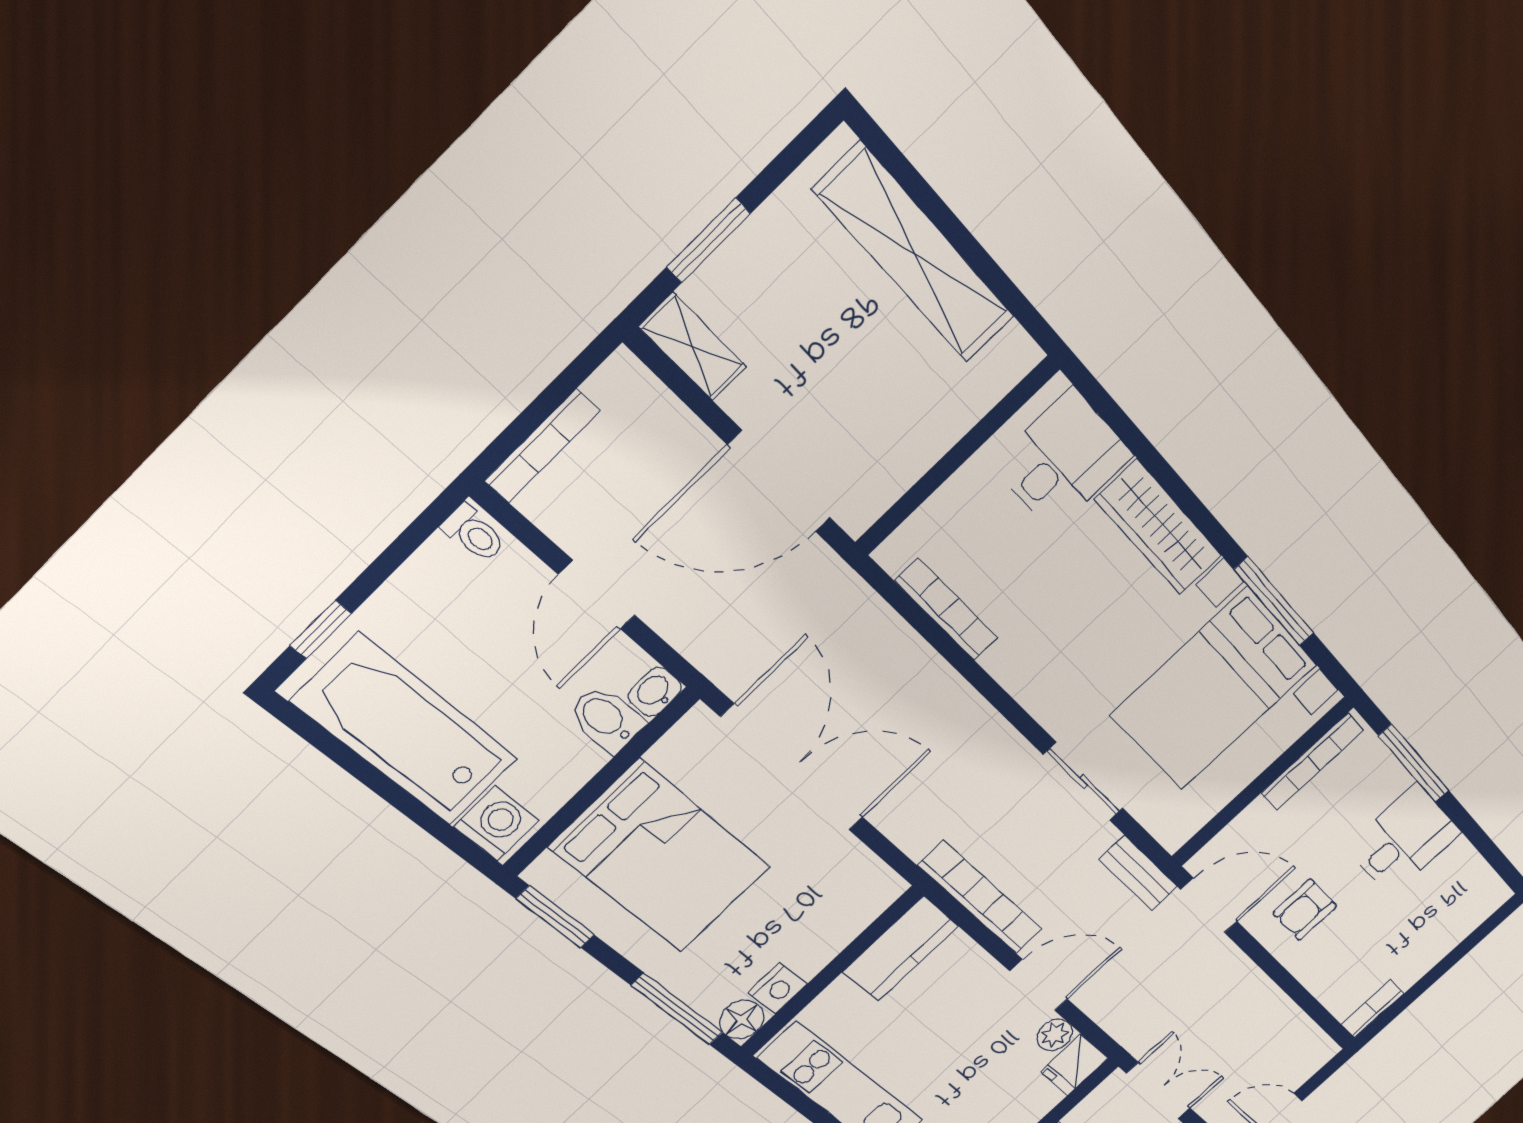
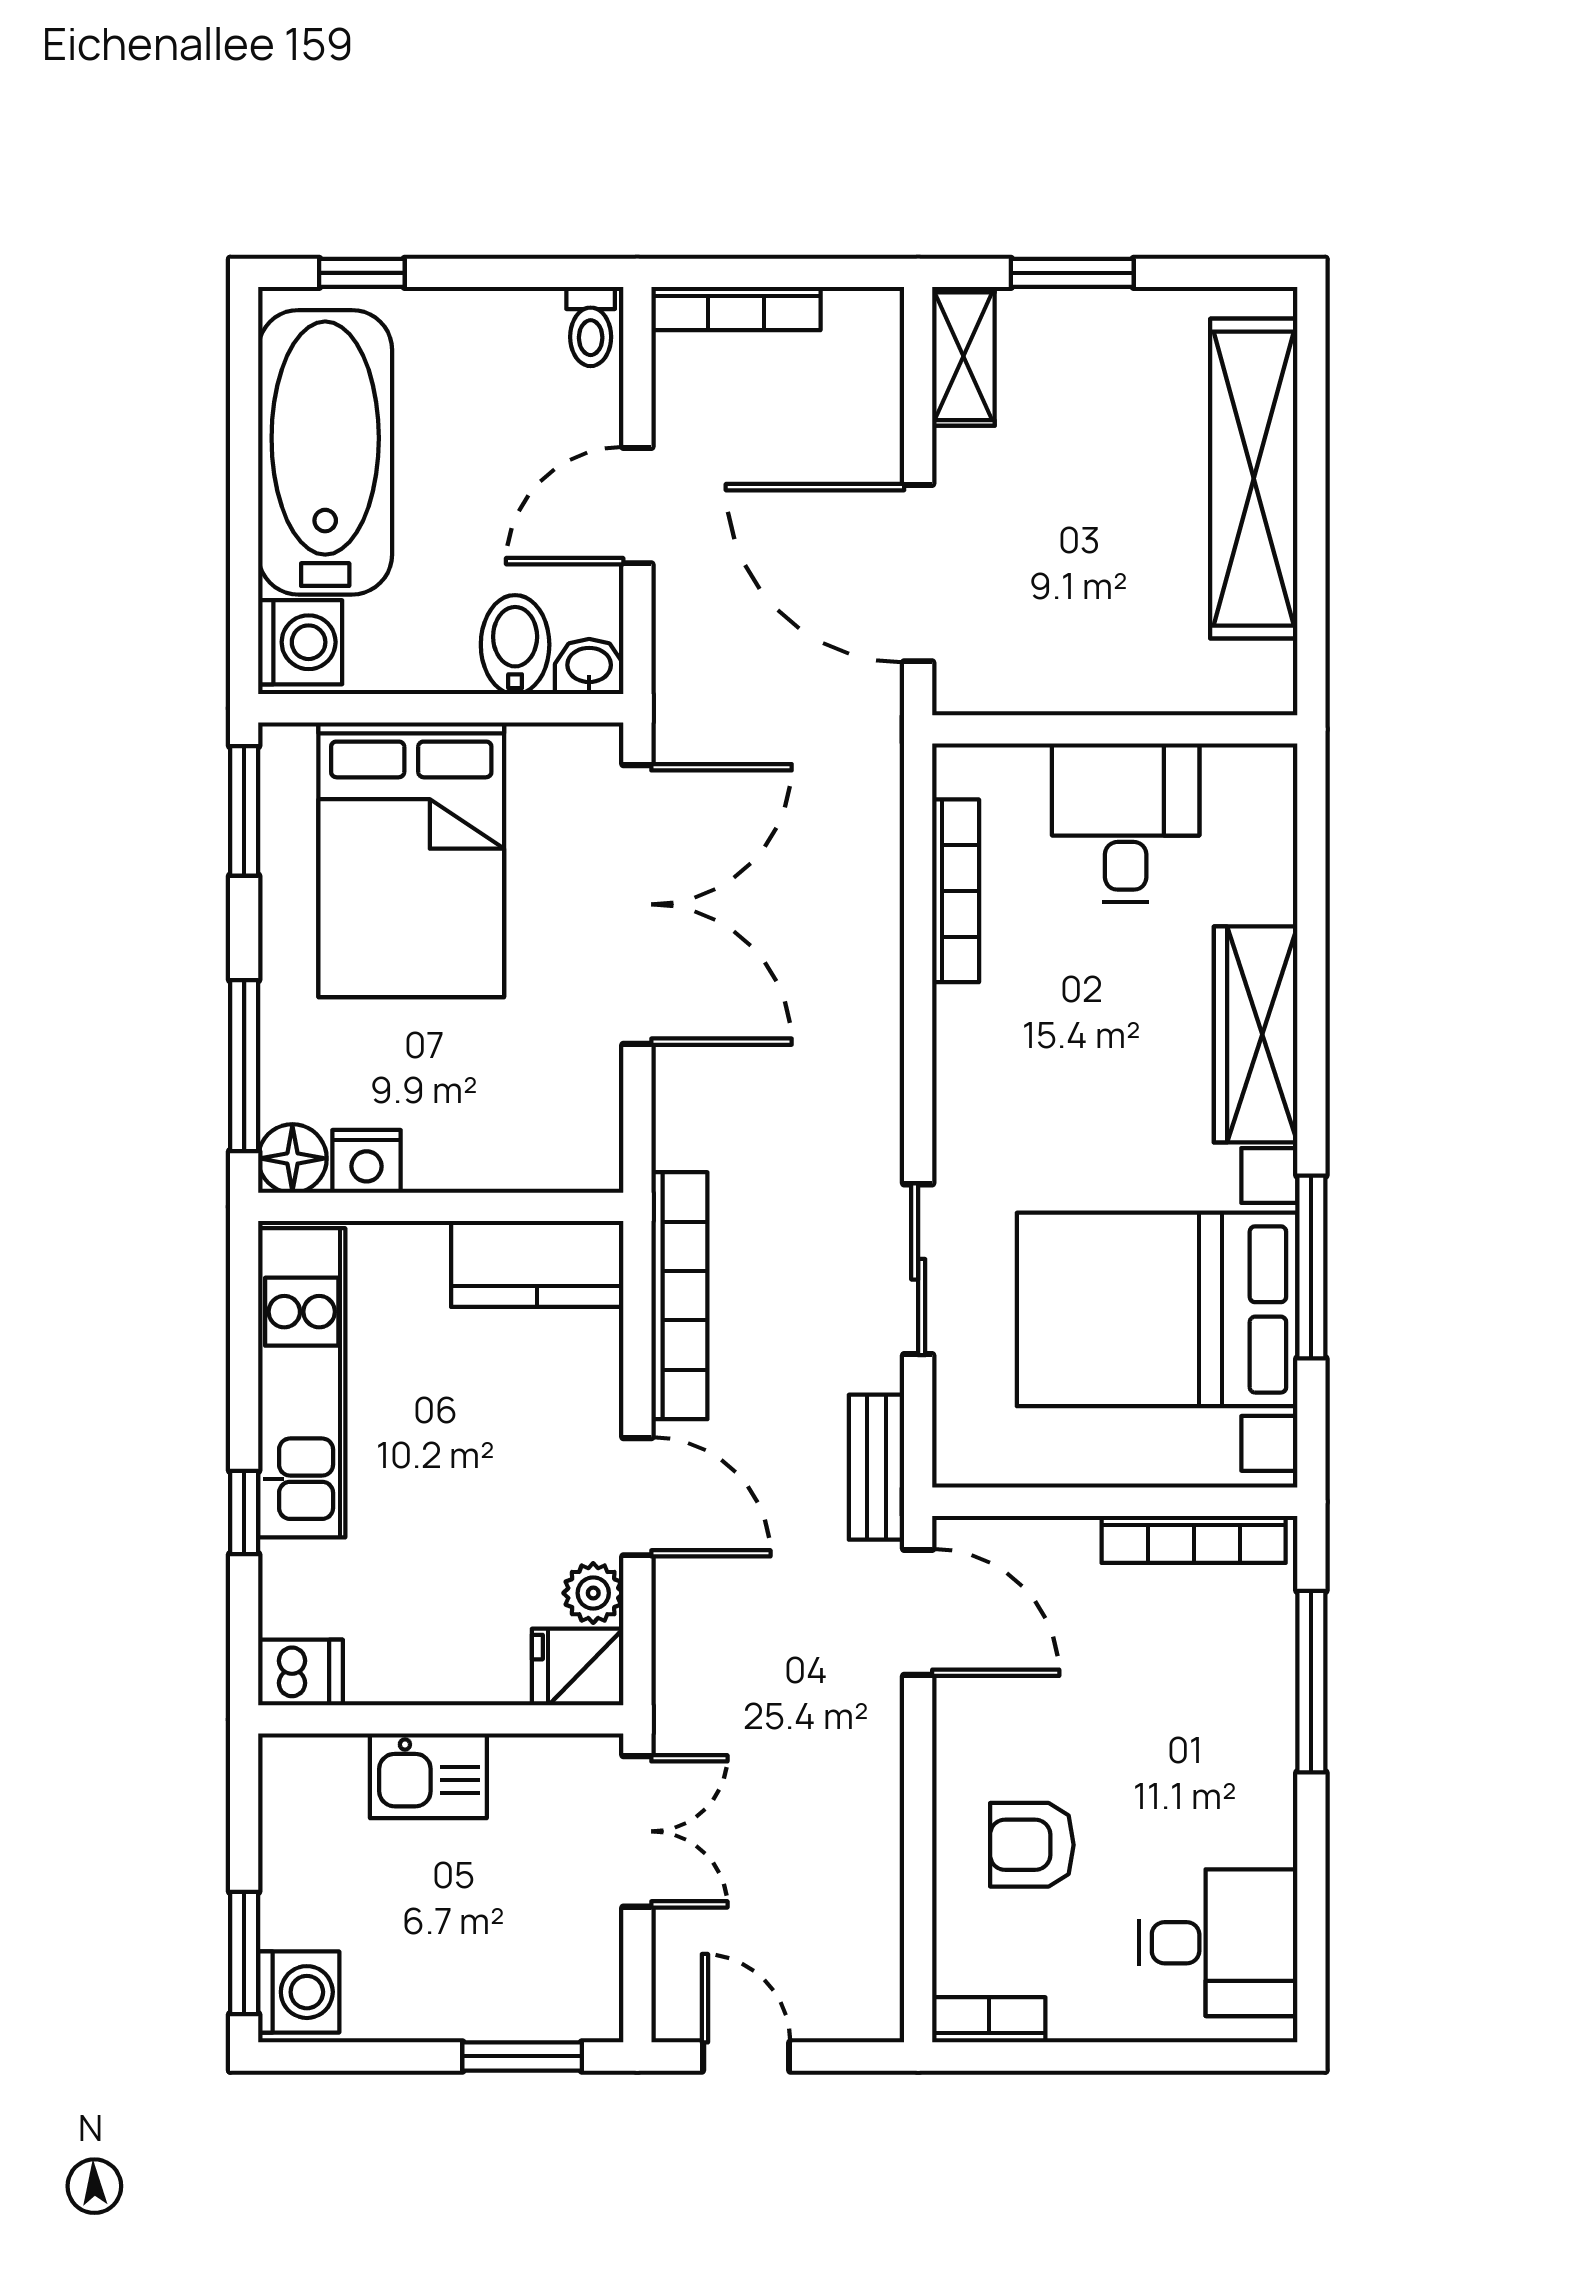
desk: (1063, 460) -> (1126, 823), moved, turned -90
desk: (1404, 840) -> (1218, 1943), moved
armchair: (1305, 910) -> (1032, 1845), moved

